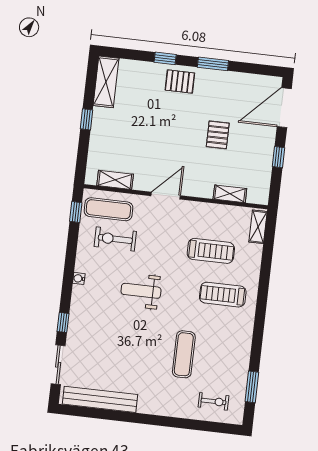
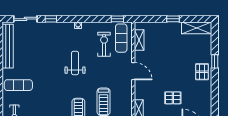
window: (213, 64) -> (215, 90), removed
exercise mat: (184, 354) -> (18, 85), moved

